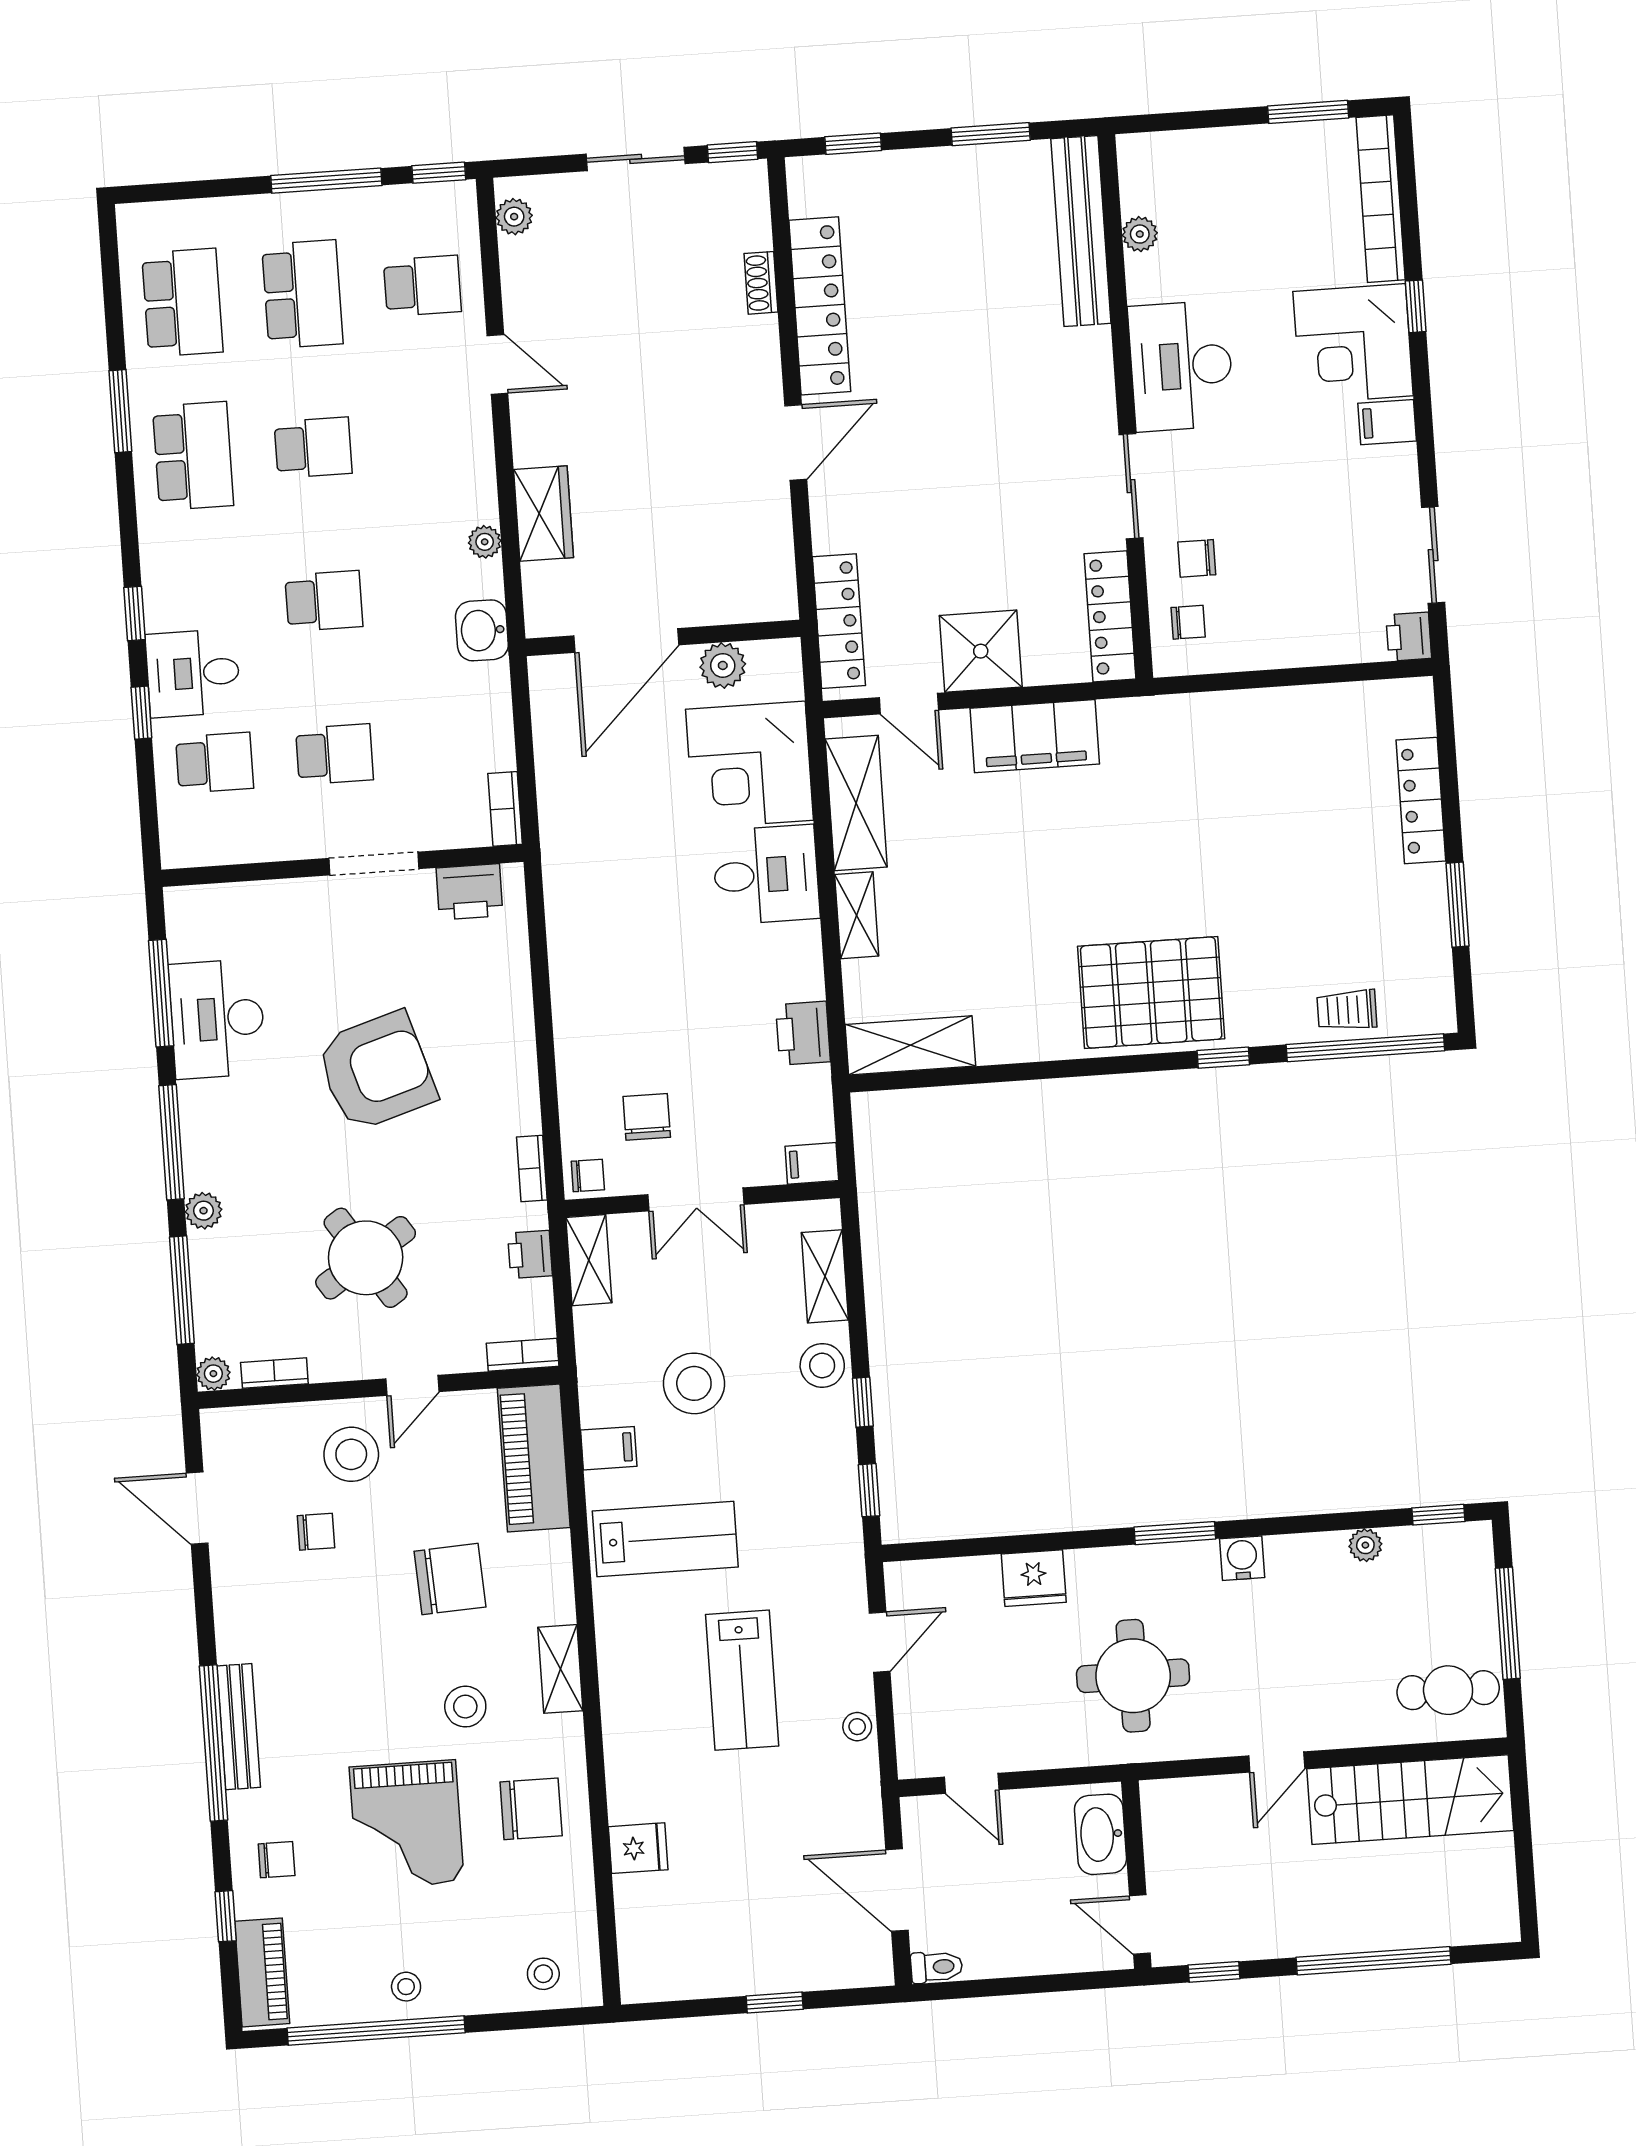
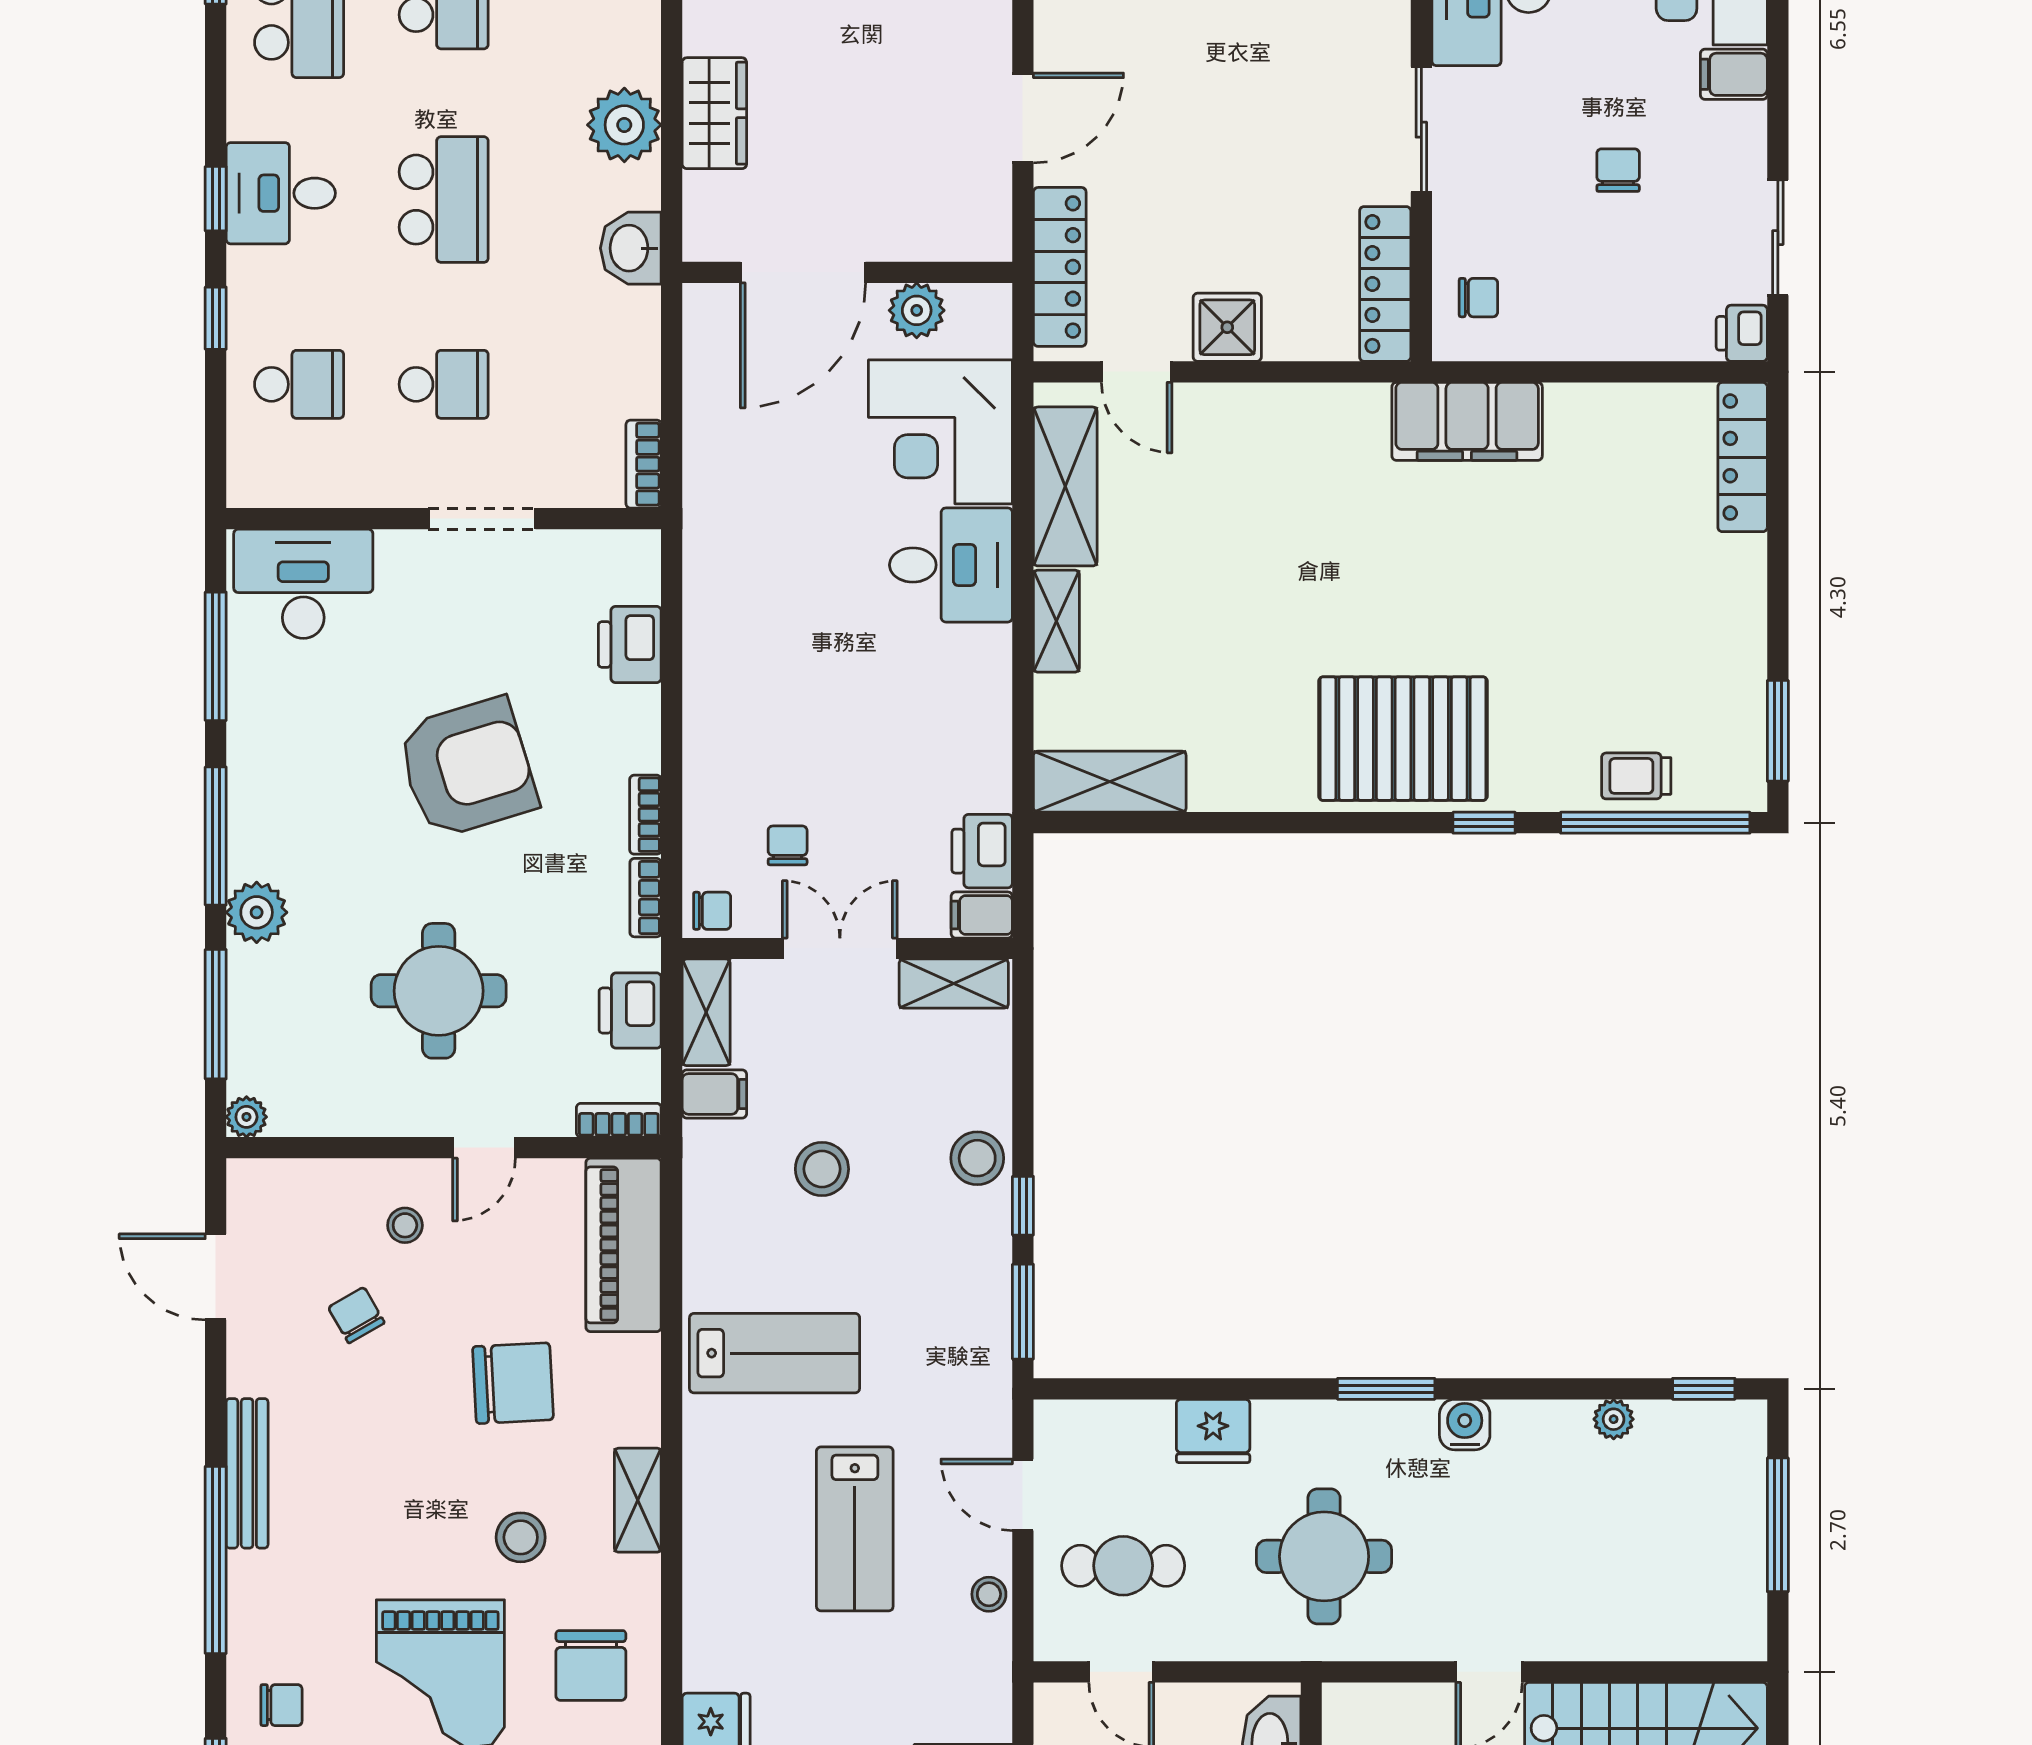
door: (796, 442) -> (1023, 118), moved
plant: (485, 542) -> (624, 125), width x1.88, depth x1.88
chair: (1197, 558) -> (1618, 170), moved, turned 90
school desk: (324, 601) -> (444, 200), width x1.85
shower: (981, 651) -> (1227, 327), width x0.73, depth x0.73
desk: (193, 673) -> (281, 193), moved
filing cabinet: (1035, 736) -> (1467, 421), moved
locker: (1421, 800) -> (1743, 457), moved
printer: (469, 892) -> (630, 644), moved, turned 90
window: (1458, 905) -> (1778, 731), moved
desk: (217, 1019) -> (303, 584), moved, turned 90
printer: (803, 1033) -> (982, 851), moved
chair: (647, 1117) -> (788, 845), width x0.73, depth x0.73
double door: (696, 1199) -> (840, 948), swing flipped
plant: (204, 1211) -> (257, 912), width x1.38, depth x1.38
printer: (530, 1254) -> (630, 1011), width x1.36, depth x1.24
round table: (366, 1258) -> (439, 991), turned 33
shelving: (825, 1276) -> (954, 984), moved, turned 90
bookcase: (274, 1373) -> (645, 815), moved, turned -90
stool: (694, 1383) -> (822, 1169), width x0.73, depth x0.73
filing cabinet: (609, 1448) -> (714, 1094), moved
stool: (351, 1454) -> (405, 1225), width x0.53, depth x0.53
window: (869, 1490) -> (1023, 1312), width x1.50
chair: (316, 1532) -> (356, 1315), turned -120
door: (880, 1642) -> (1023, 1495), swing flipped
cafe table: (1448, 1690) -> (1123, 1566), moved
bench: (239, 1727) -> (247, 1473), moved
chair: (531, 1809) -> (591, 1665), turned 90

